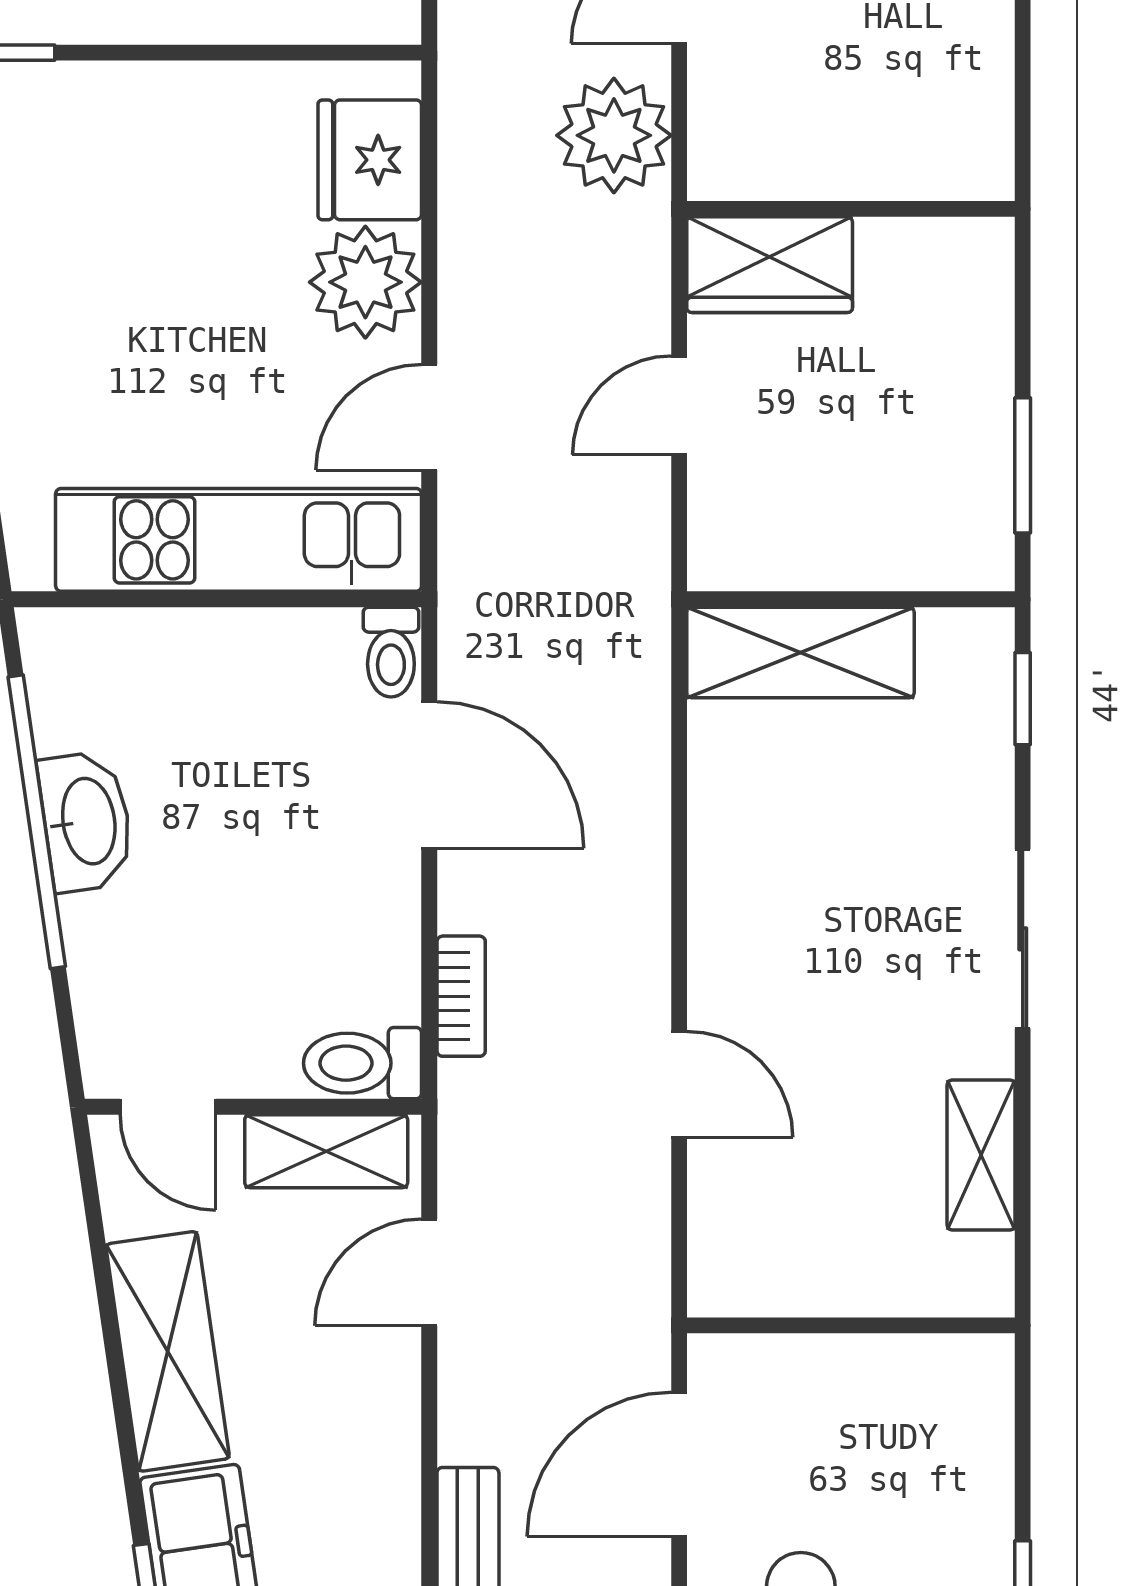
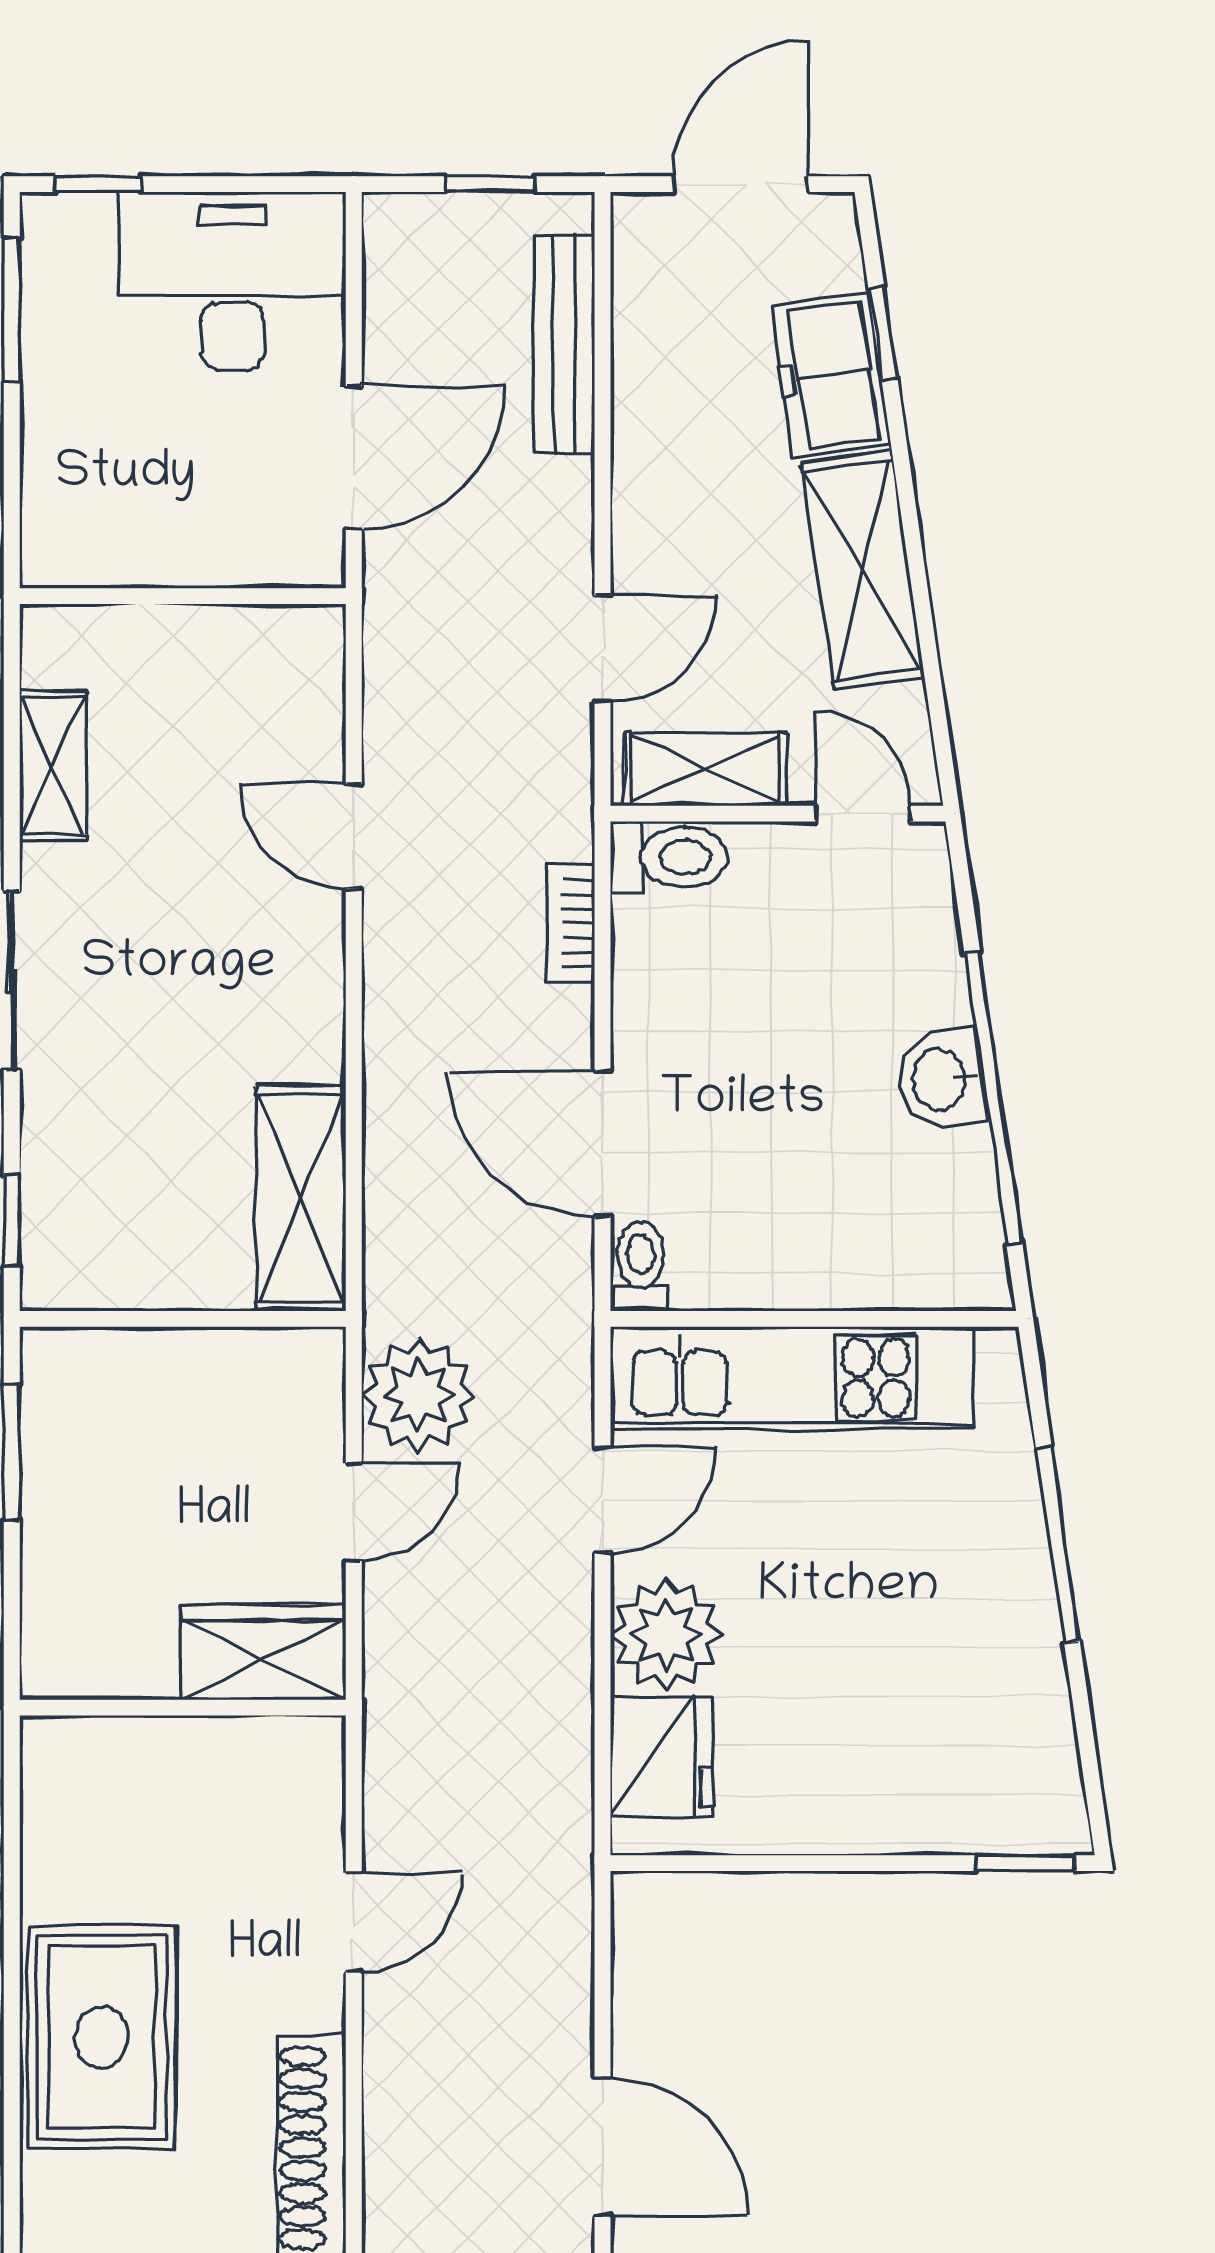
plant: (614, 135) -> (419, 1395), moved
shelving: (800, 652) -> (301, 1198), moved, turned 90
washbasin: (86, 821) -> (941, 1079), width x0.72

